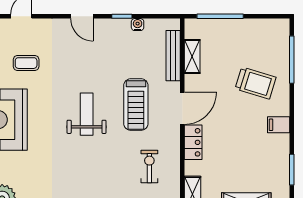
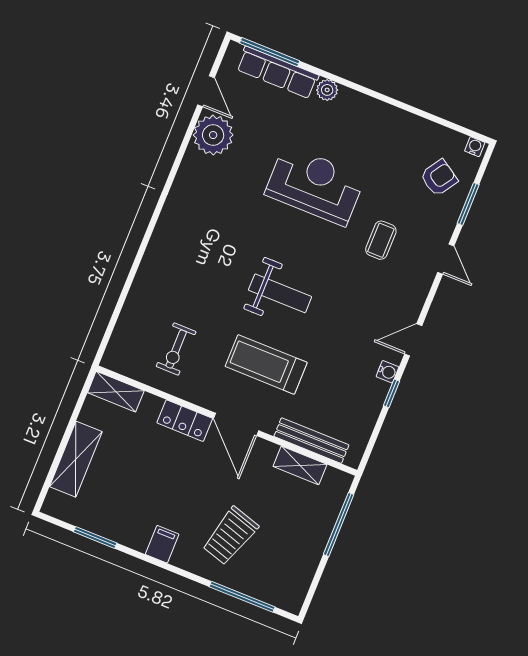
water cooler: (138, 25) -> (387, 372), moved
exercise bike: (149, 166) -> (176, 349), turned 90

